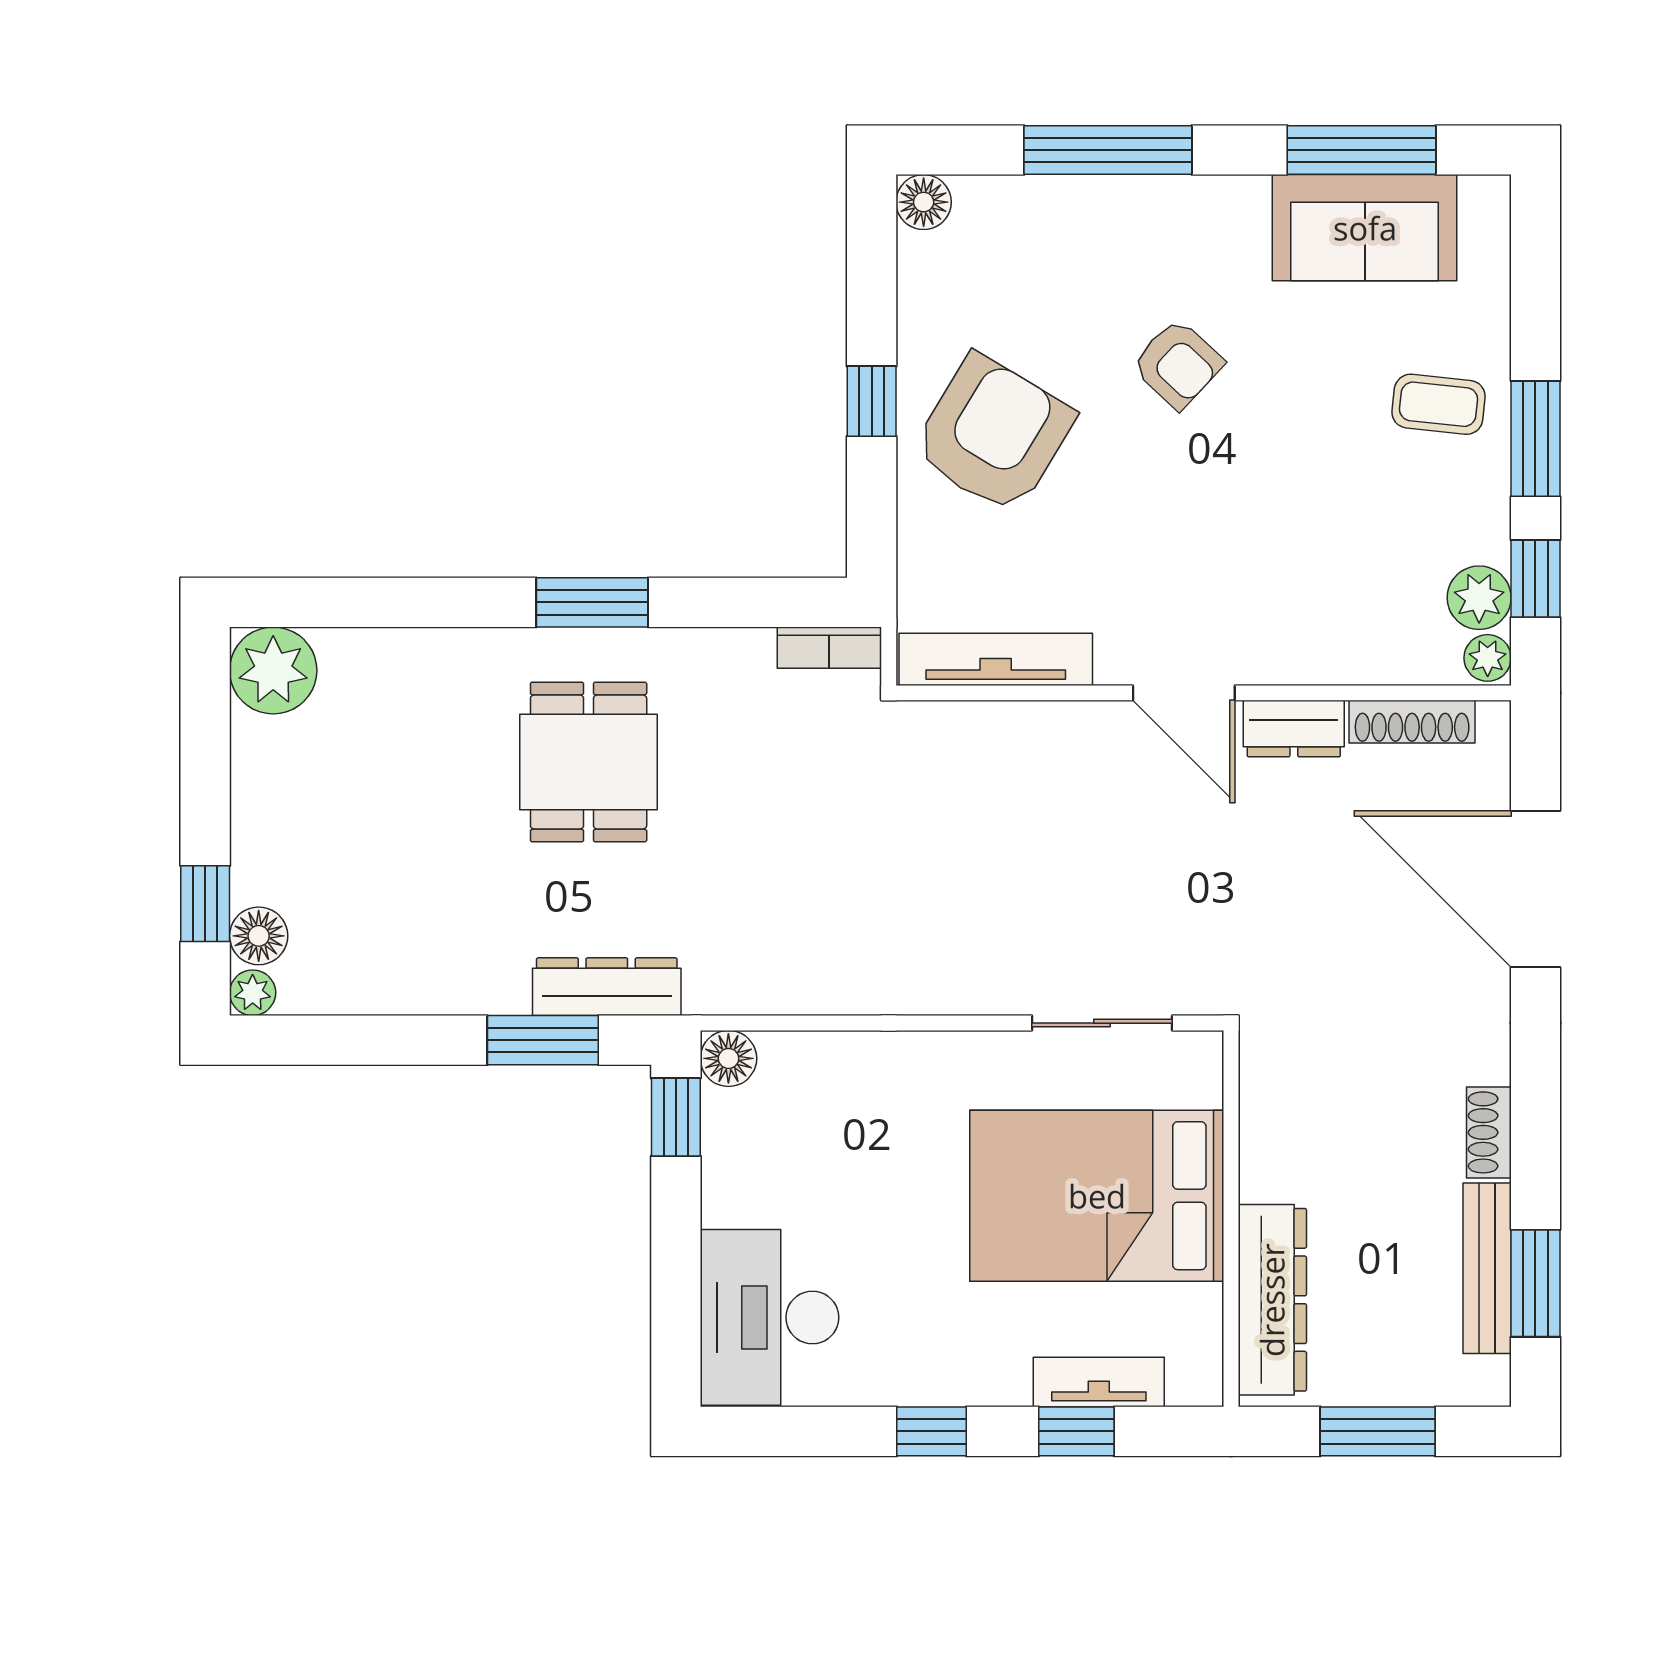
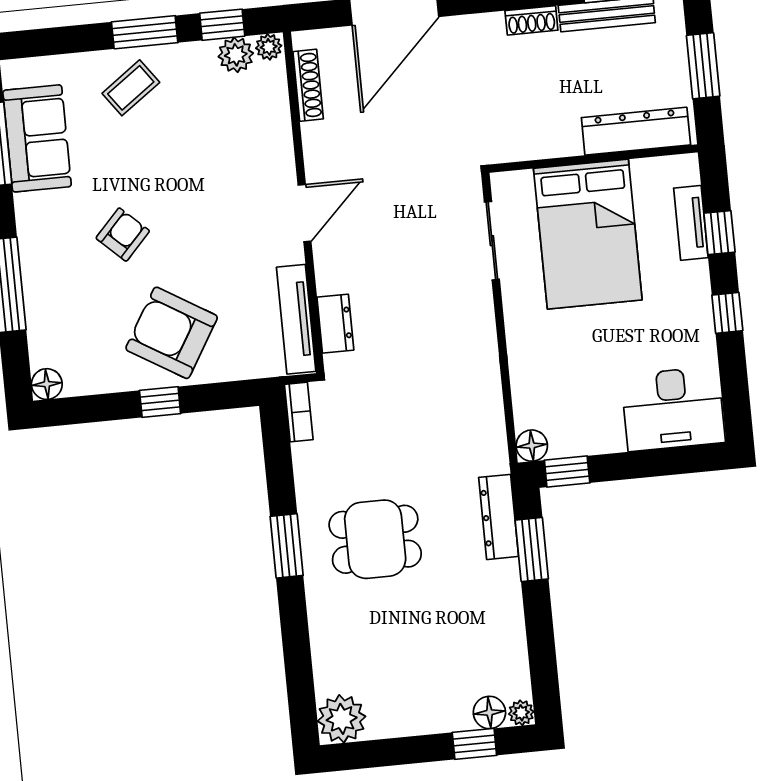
coffee table: (1439, 404) -> (131, 88), turned 48
dresser: (1294, 729) -> (335, 324), moved

